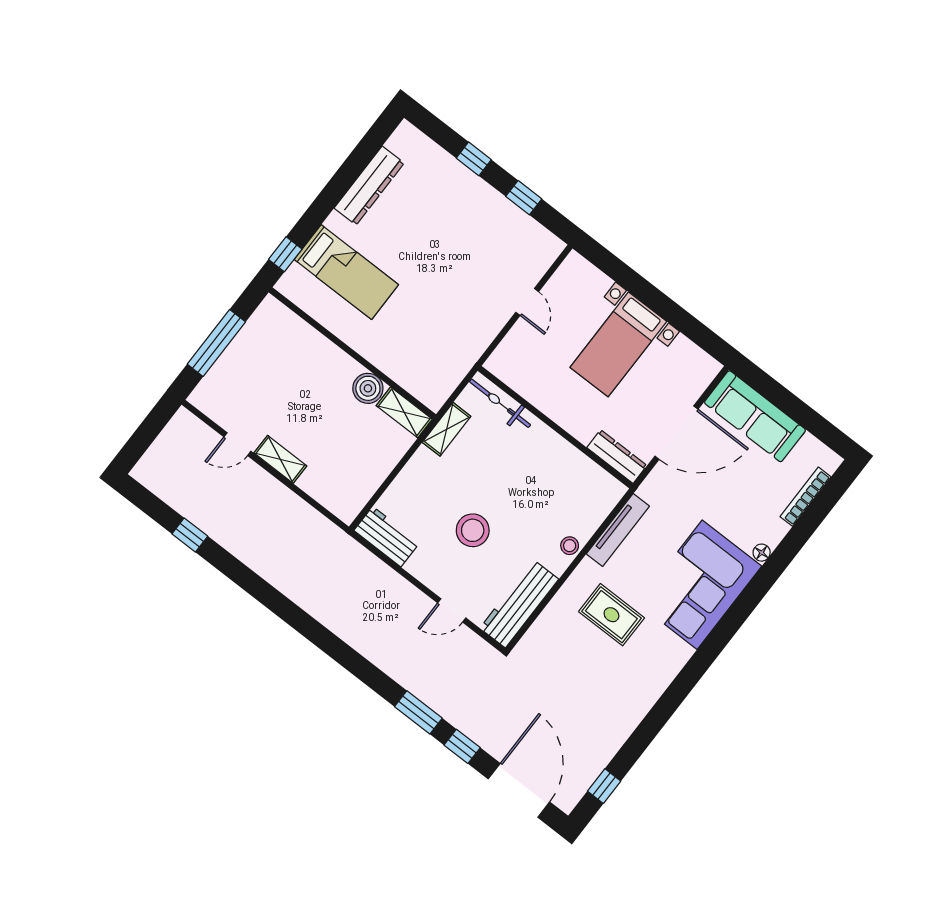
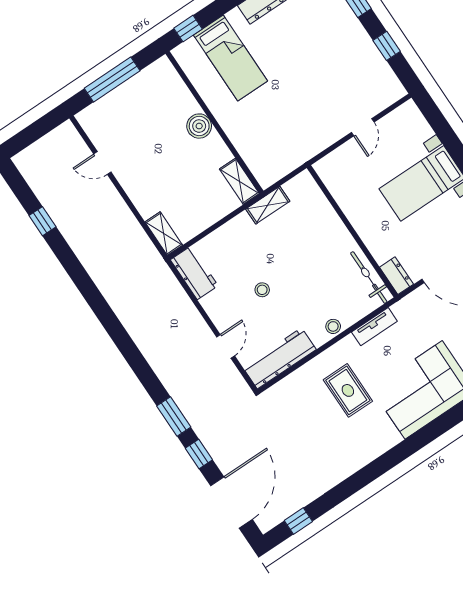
boiler: (368, 388) -> (199, 126), moved
bicycle: (500, 403) -> (369, 278), moved
dresser: (617, 457) -> (396, 276), width x0.70
shelving: (280, 459) -> (164, 234), moved
stool: (473, 530) -> (262, 290), width x0.53, depth x0.53
tv unit: (618, 530) -> (374, 327), width x0.71
door: (452, 610) -> (226, 346), swing flipped

